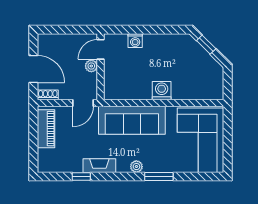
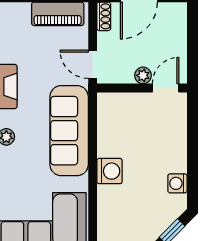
washing machine: (135, 41) -> (177, 183), moved
door: (101, 49) -> (166, 88), hinge flipped

